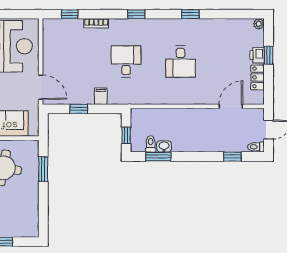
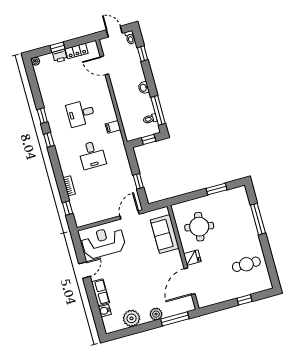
window: (136, 14) -> (49, 140), moved
desk: (126, 61) -> (92, 155), turned -90
desk: (180, 61) -> (81, 113), turned 180
filing cabinet: (101, 96) -> (113, 127), moved
washbasin: (164, 146) -> (144, 88), moved
window: (158, 157) -> (158, 110), width x1.44
window: (43, 169) -> (217, 189), moved

